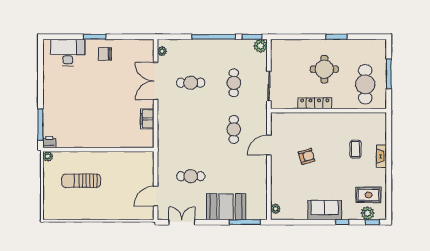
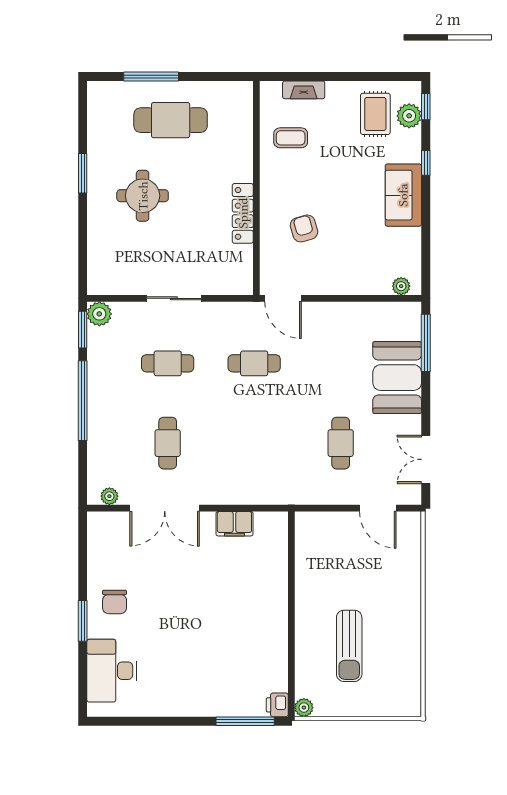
locker: (315, 103) -> (243, 213), moved
wall: (329, 111) -> (256, 188), moved

